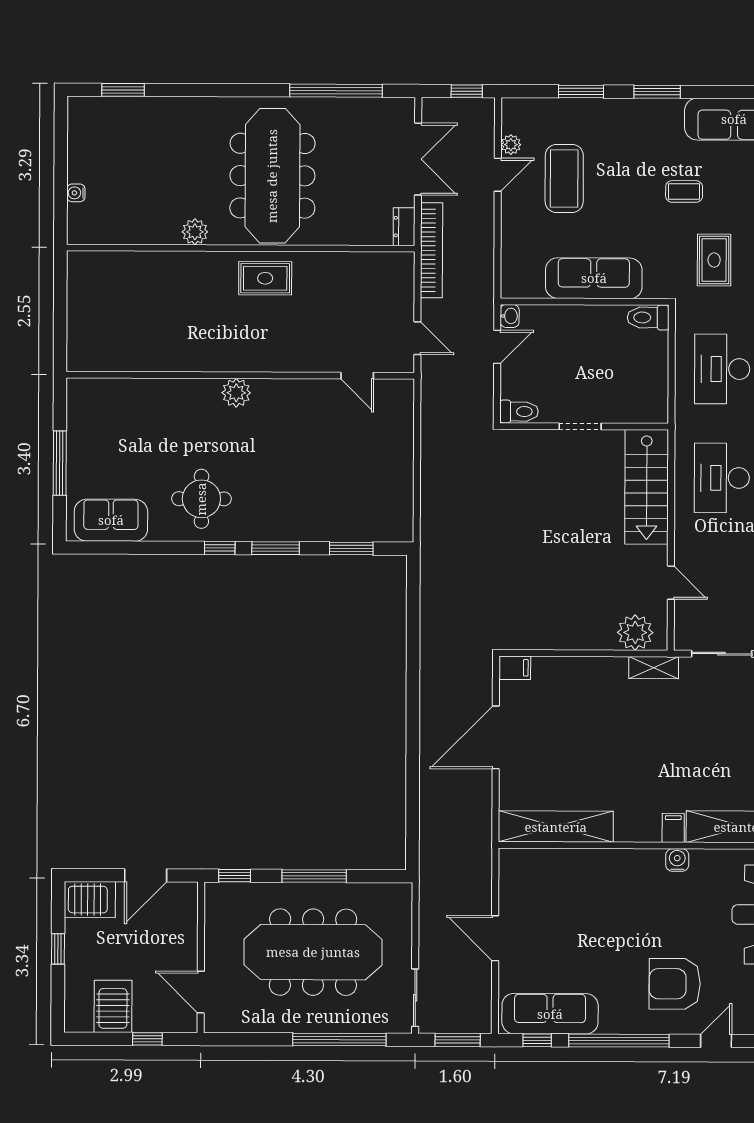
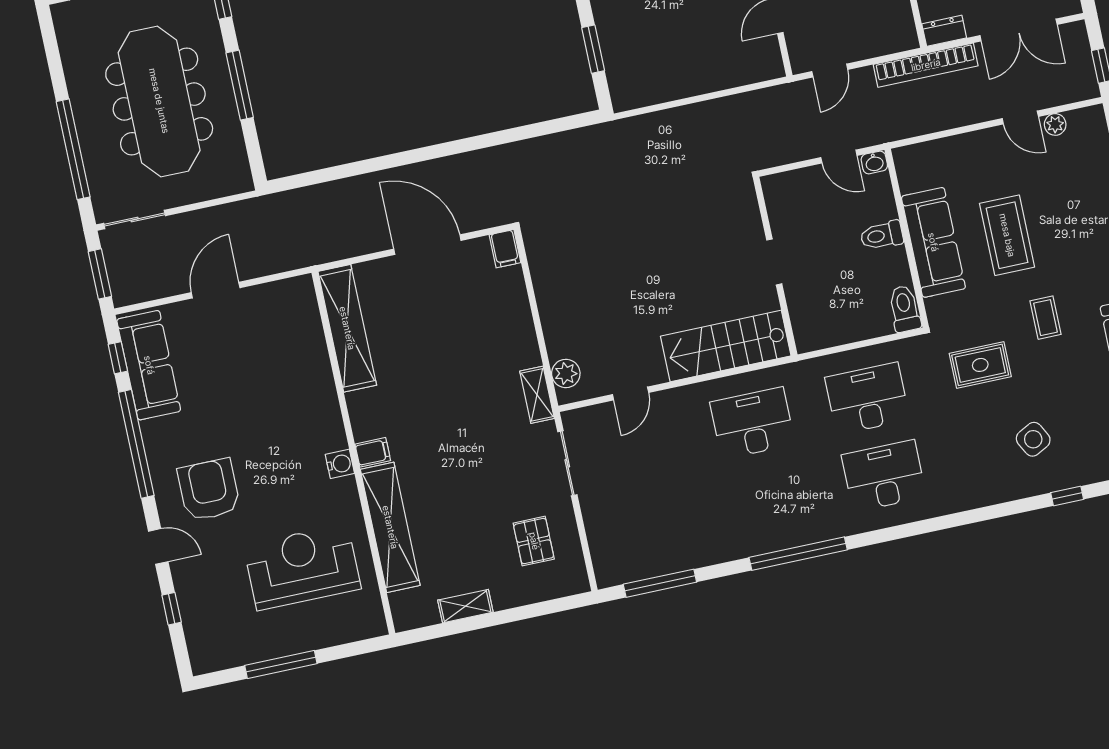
coffee table: (564, 178) -> (1007, 235), moved, turned 90
toilet: (519, 412) -> (882, 235), moved, turned 90
plant: (635, 632) -> (566, 373), width x0.73, depth x0.73

